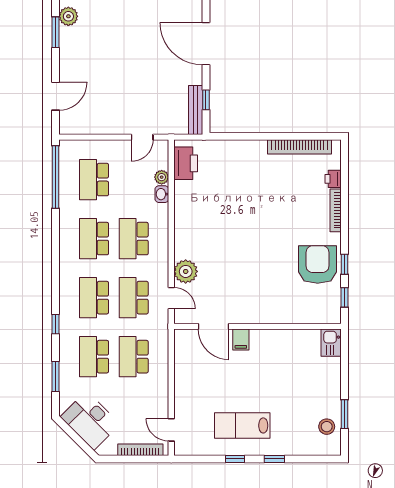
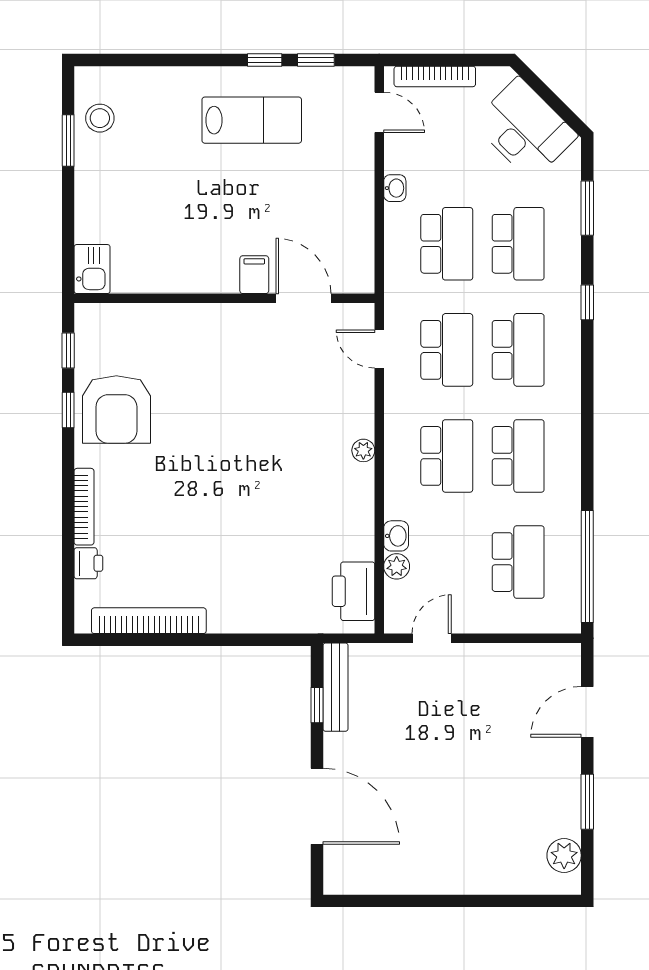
window: (56, 32) -> (587, 802), moved
plant: (186, 271) -> (363, 450), moved, width x0.53, depth x0.53
washbasin: (163, 388) -> (395, 188), added
window: (274, 459) -> (316, 60), moved

